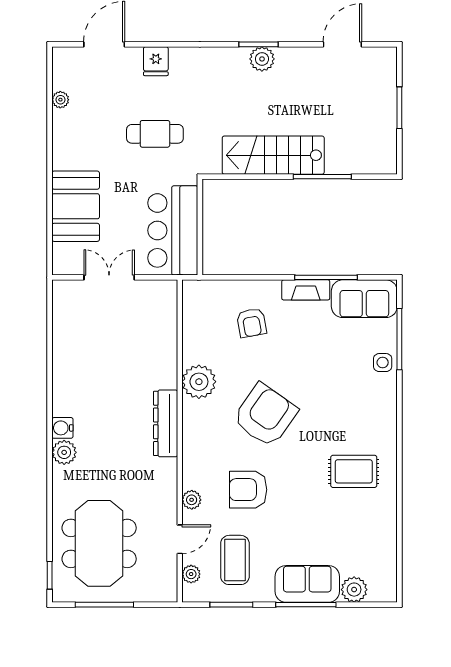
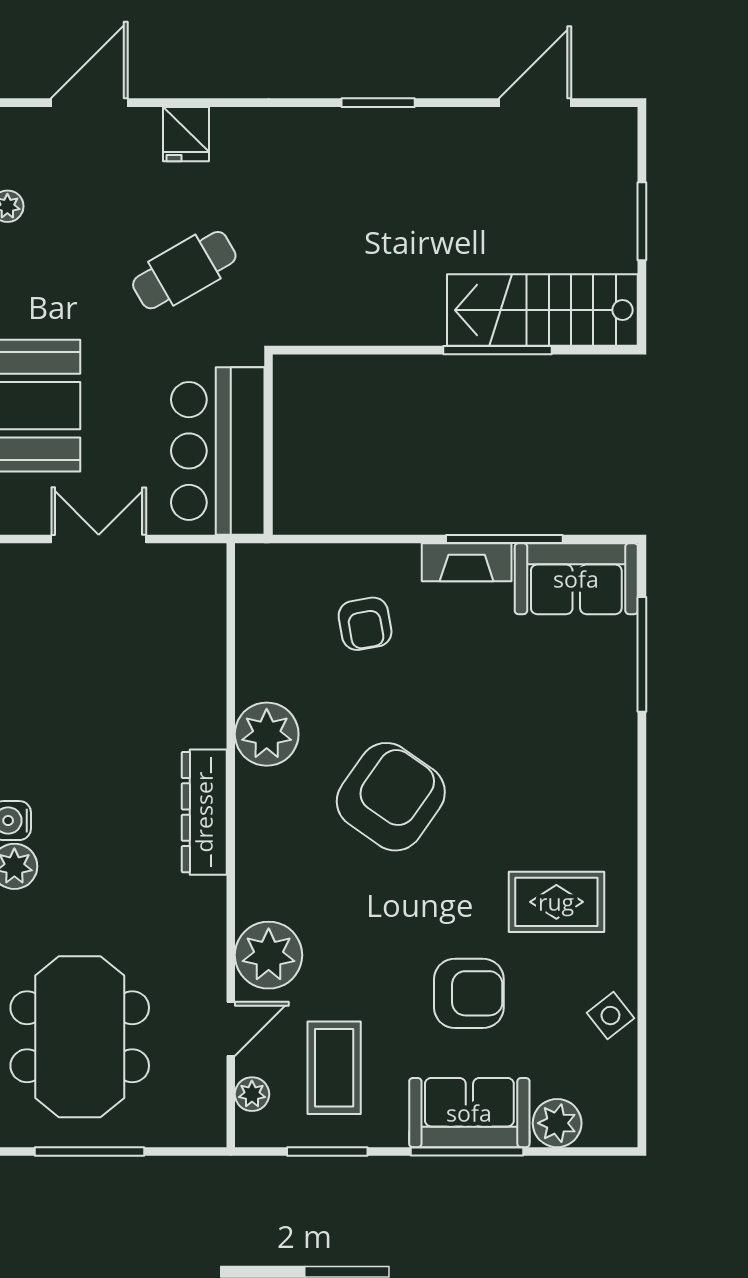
plant: (262, 59) -> (385, 130), removed
cafe table: (155, 134) -> (184, 270), turned -30
stairs: (273, 155) -> (542, 310), moved
side table: (383, 363) -> (610, 1016), moved, turned -38
armchair: (248, 490) -> (469, 993), moved, turned 180
plant: (192, 500) -> (269, 955), width x1.87, depth x1.87

